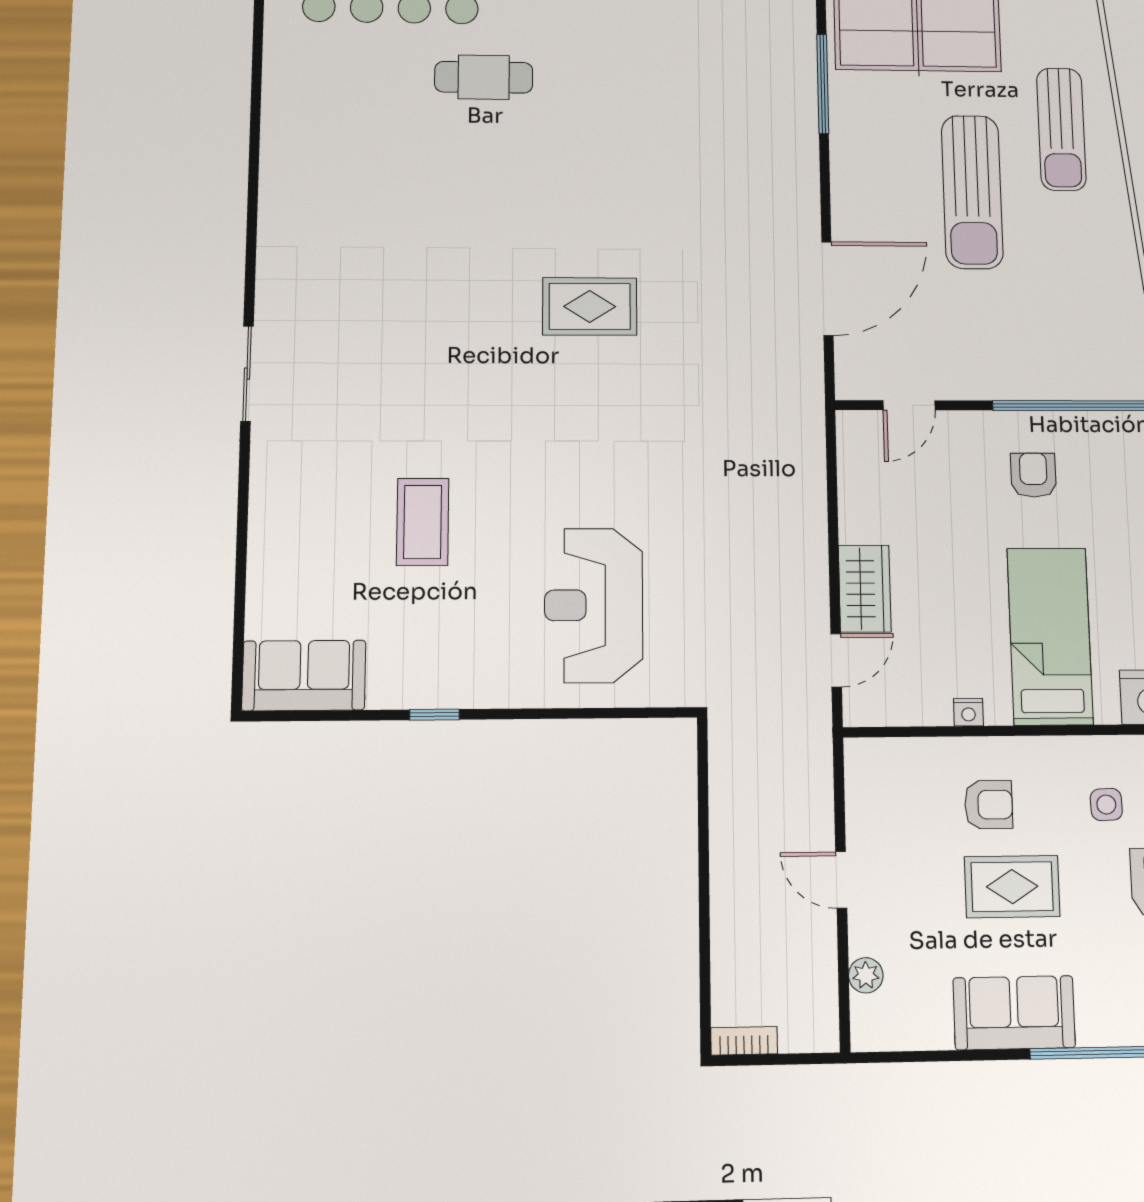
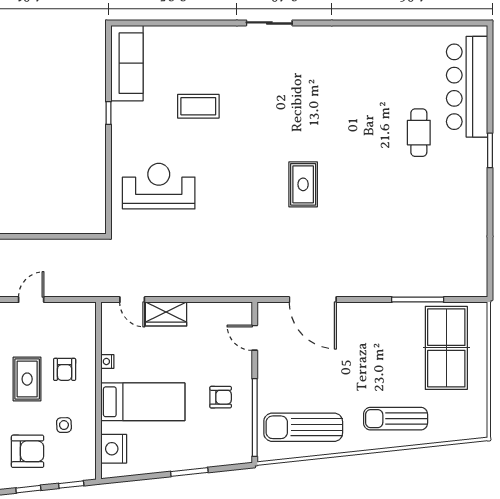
sun lounger: (972, 192) -> (303, 427), moved
sofa: (304, 675) -> (127, 63), width x1.36

